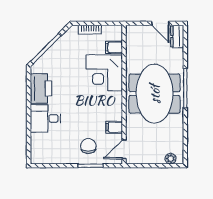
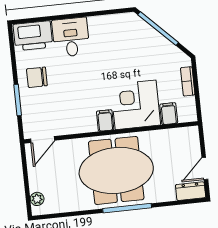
printer: (41, 89) -> (33, 36), moved
filing cabinet: (114, 127) -> (105, 121), moved
chair: (88, 146) -> (37, 77), moved, turned 180
door: (124, 149) -> (43, 140), swing flipped

